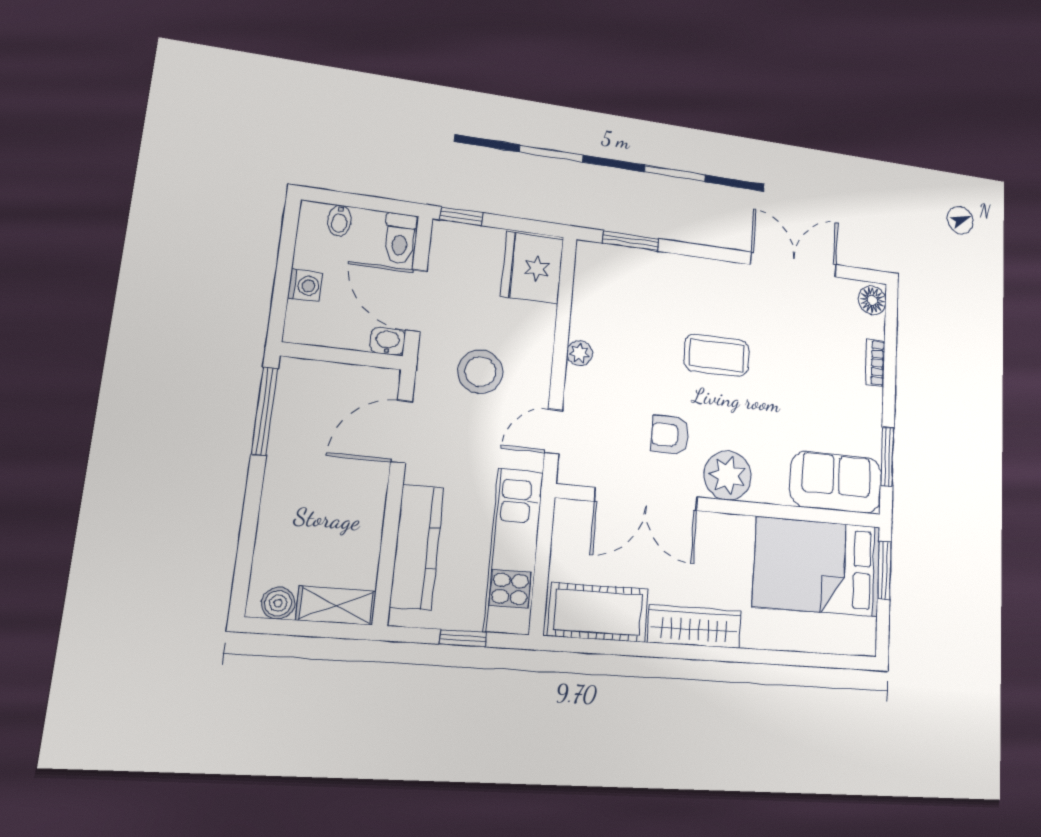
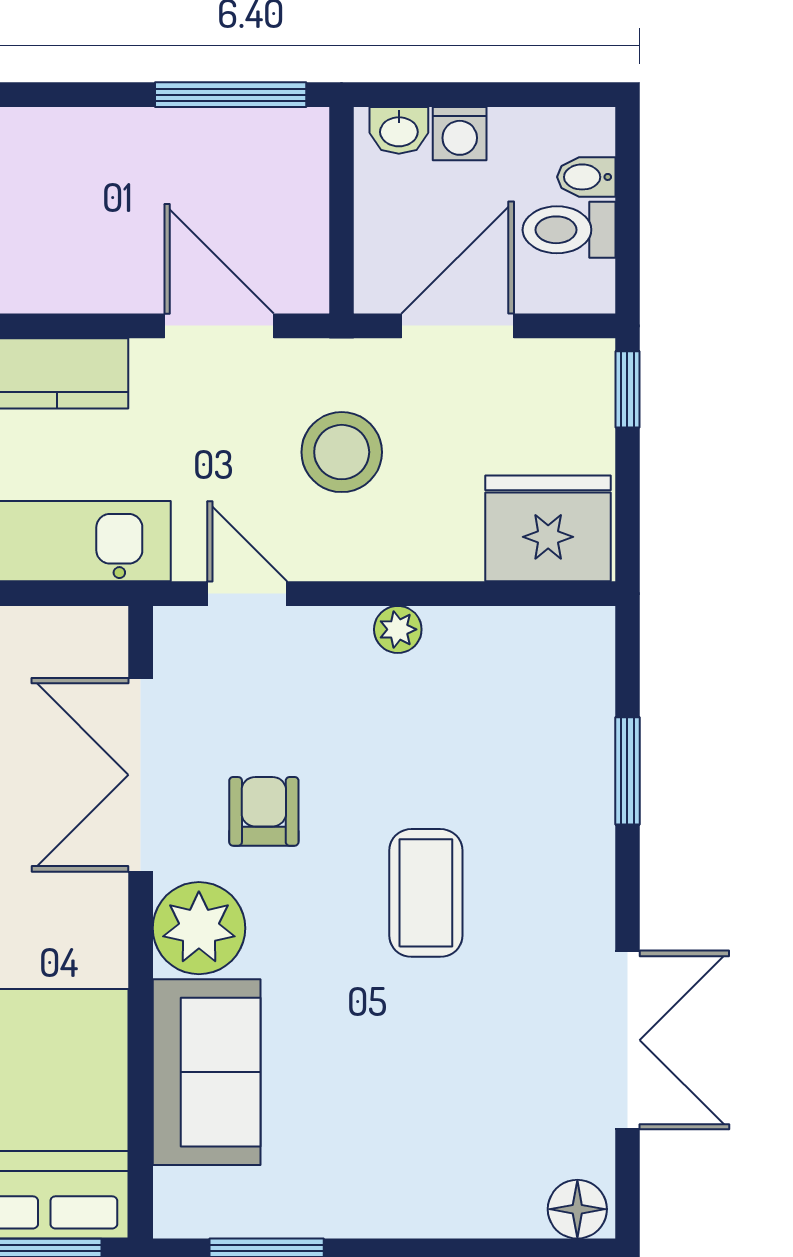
toilet: (400, 238) -> (569, 230), moved
window: (631, 241) -> (627, 771), moved
washbasin: (388, 341) -> (399, 130), moved, turned 90
bookcase: (875, 363) -> (451, 1220), removed
sofa: (836, 482) -> (207, 1072), moved

